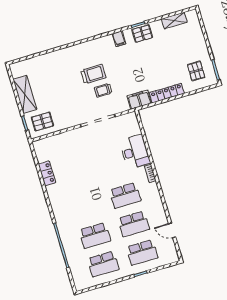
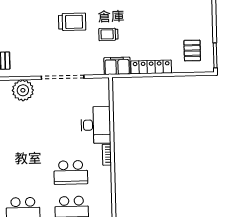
trolley: (103, 90) -> (108, 34), moved
plant: (69, 140) -> (23, 90), added

